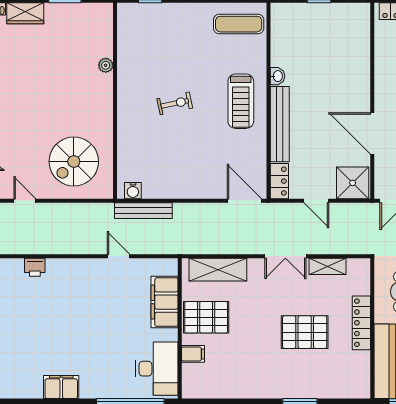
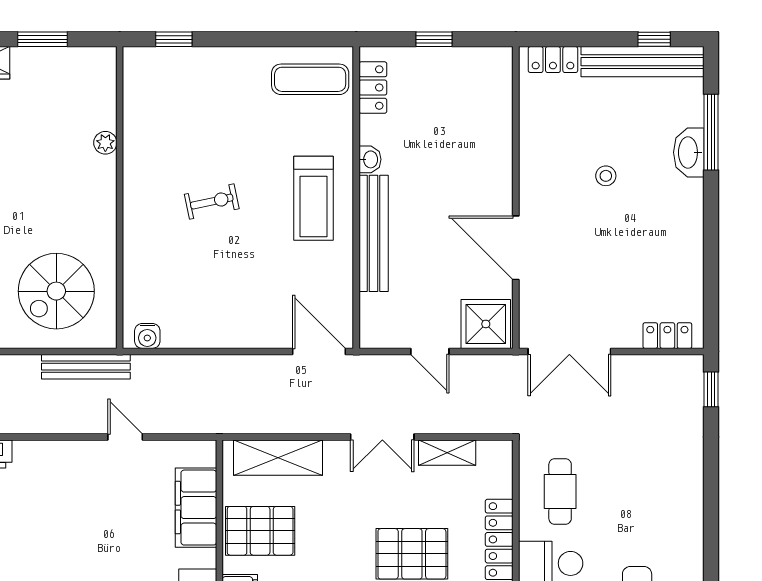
locker: (279, 181) -> (373, 88), moved
bench: (143, 211) -> (86, 367), moved

